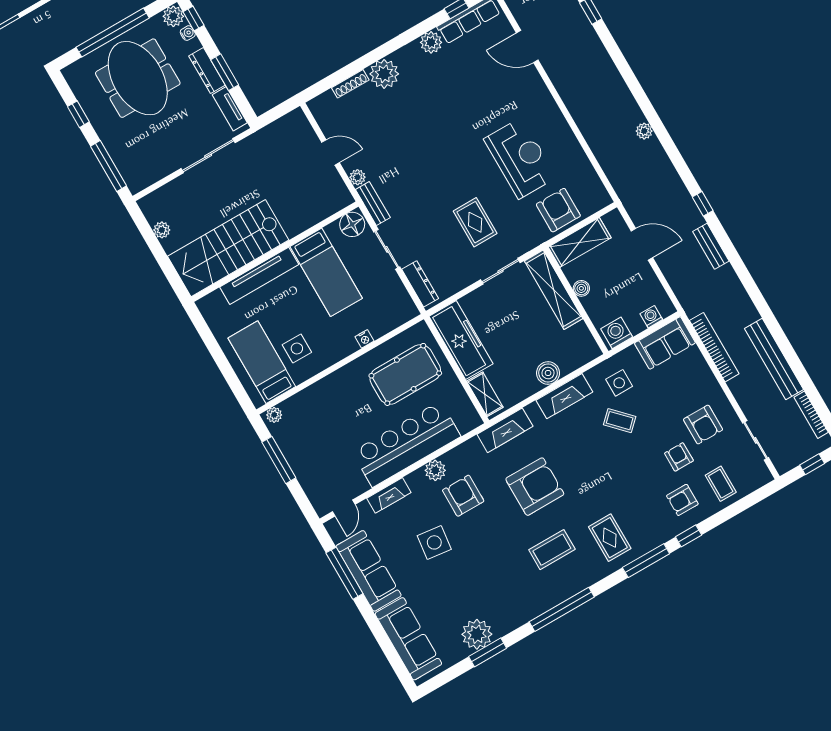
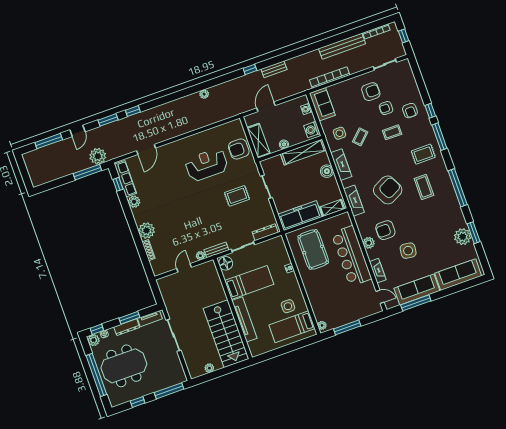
shelving: (554, 290) -> (303, 152), moved
coffee table: (721, 484) -> (392, 132), moved
armchair: (535, 487) -> (388, 190), turned 63

